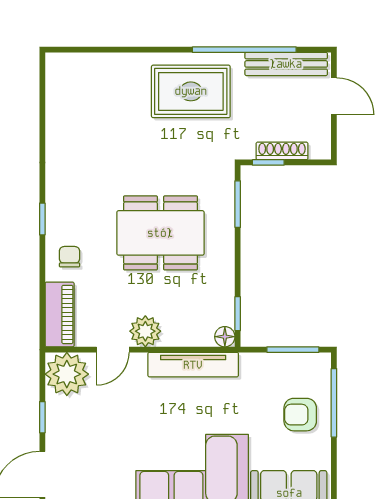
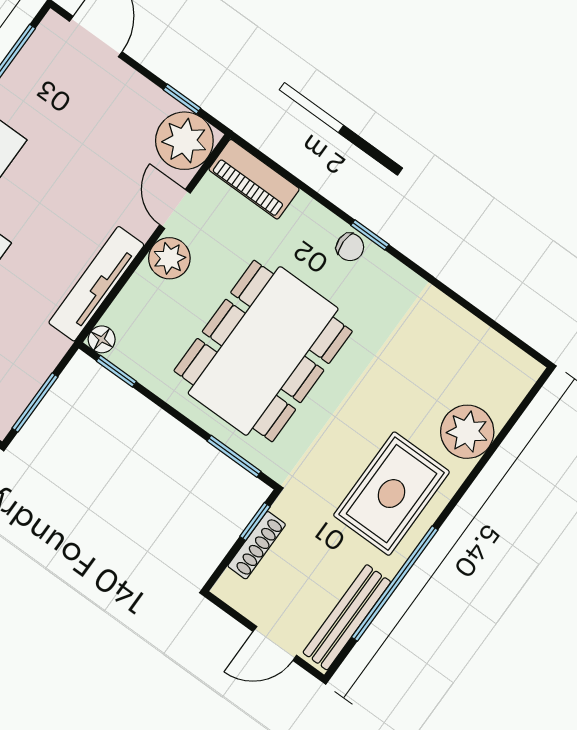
plant: (120, 72) -> (467, 432), added
dining table: (160, 233) -> (263, 351), width x1.36, depth x1.24
chair: (69, 257) -> (350, 247), moved
window: (42, 417) -> (182, 99), moved

